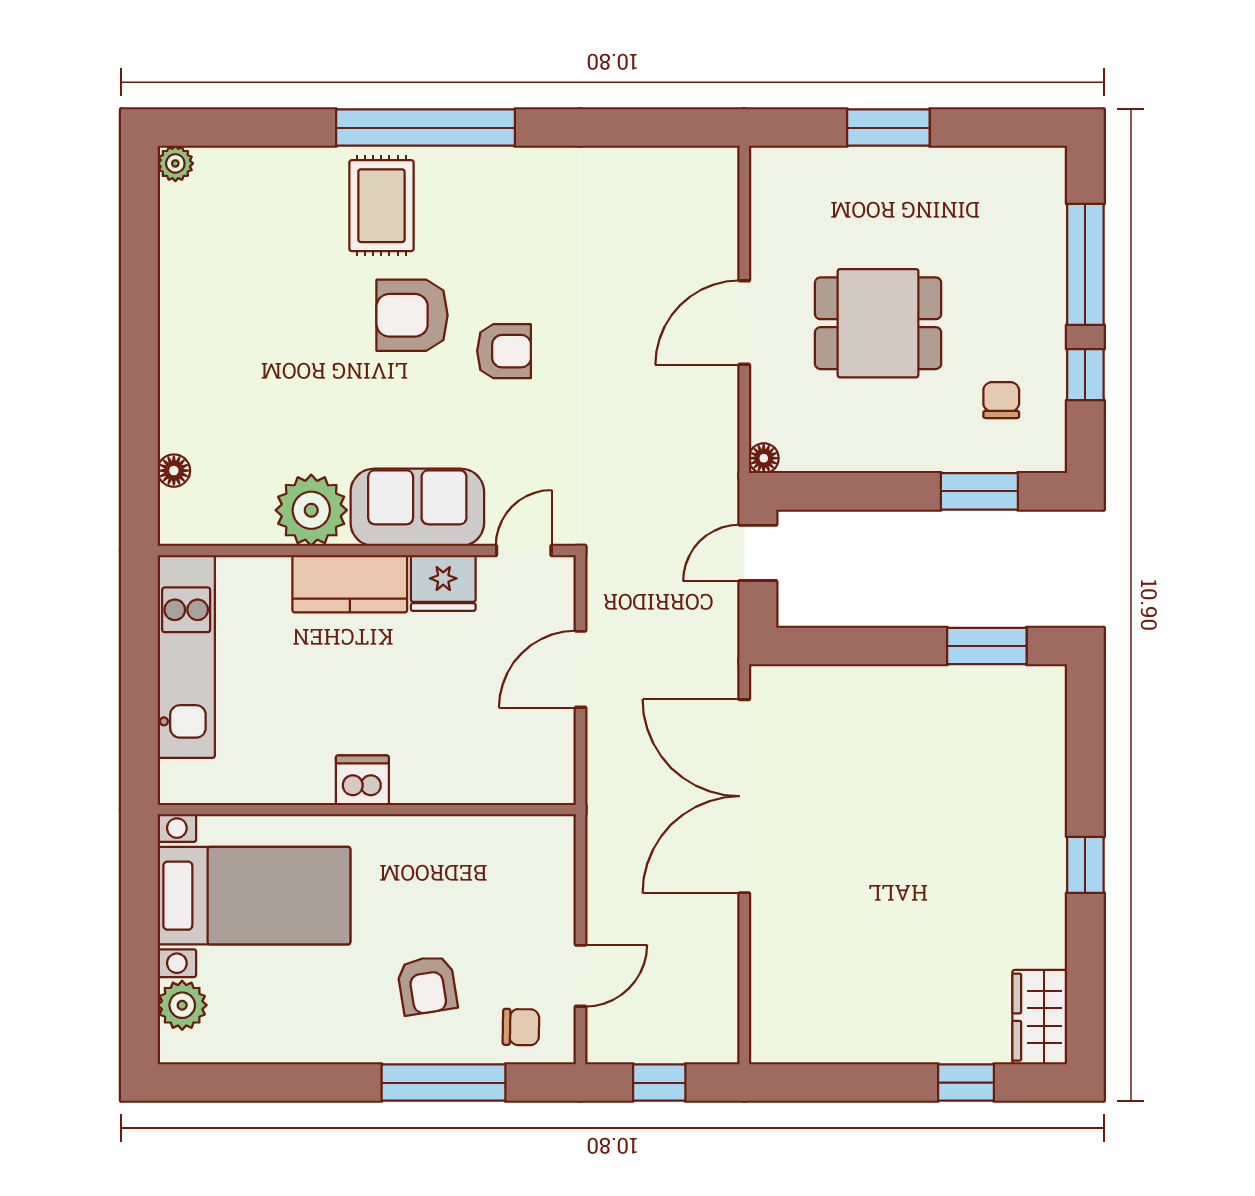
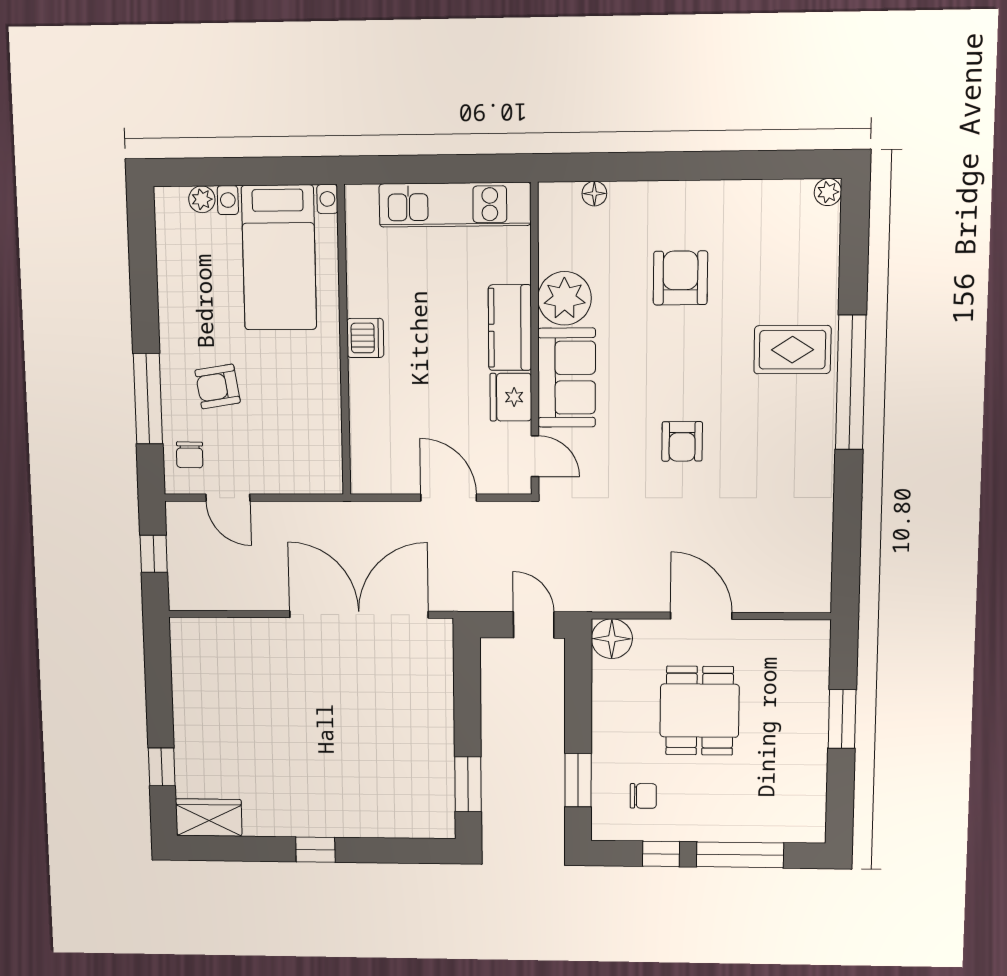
armchair: (412, 315) -> (680, 278), moved
floor lamp: (764, 458) -> (612, 639), width x1.89, depth x1.89
plant: (182, 1005) -> (202, 199), width x0.73, depth x0.73

